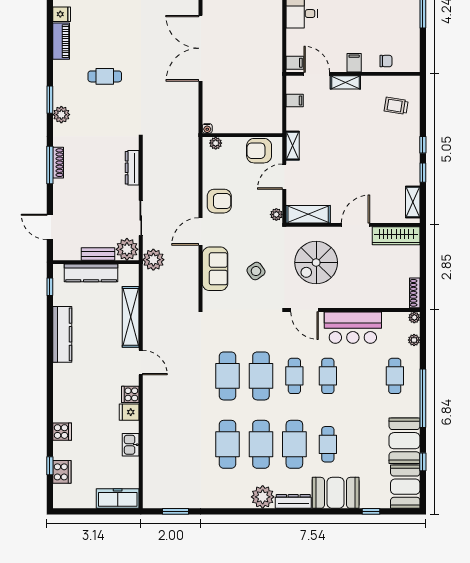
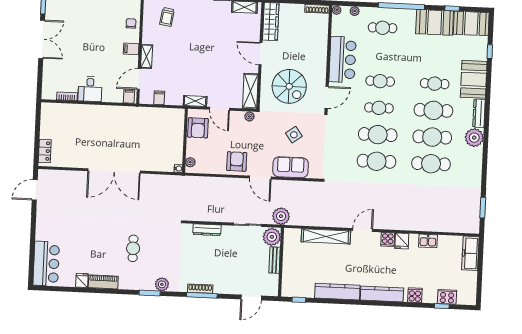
kitchen counter: (91, 273) -> (382, 294), moved, turned -90

